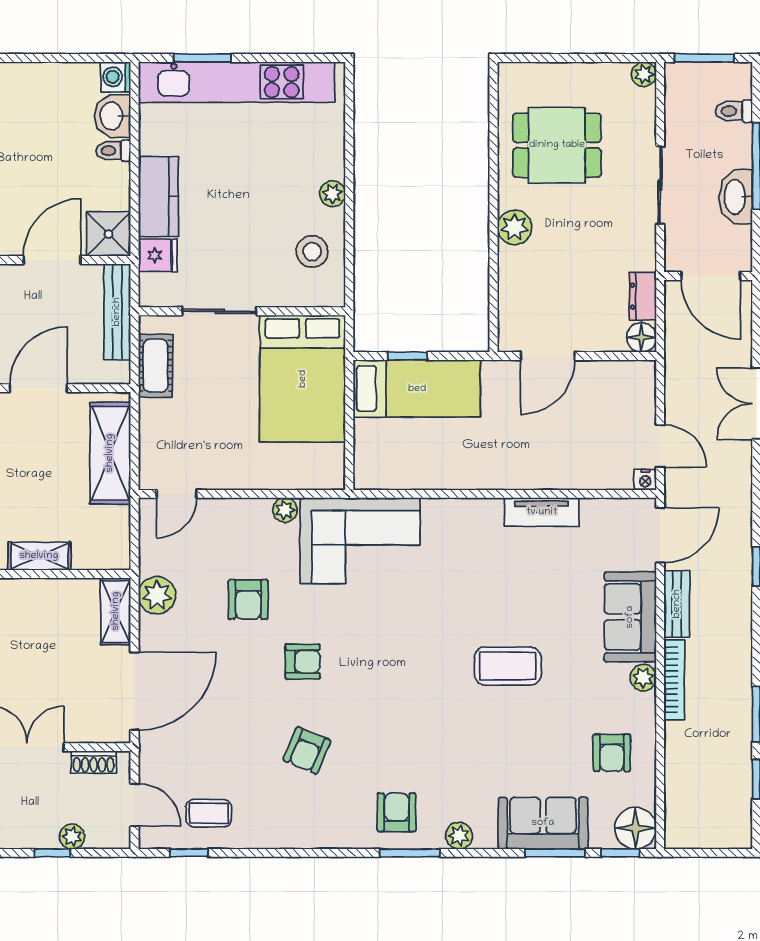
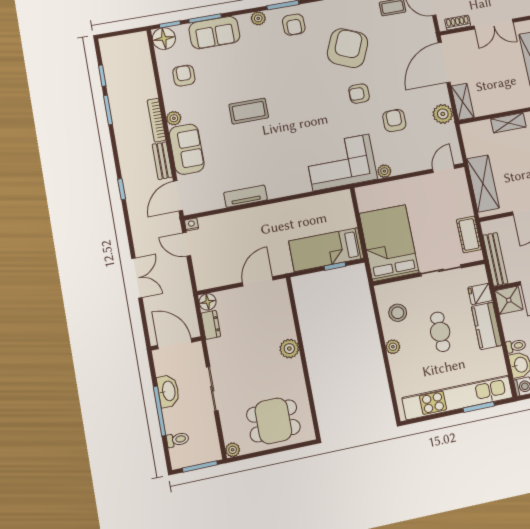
dining table: (557, 145) -> (273, 421), moved
cafe table: (243, 203) -> (440, 332), added
armchair: (307, 750) -> (348, 48), width x1.88, depth x1.88

